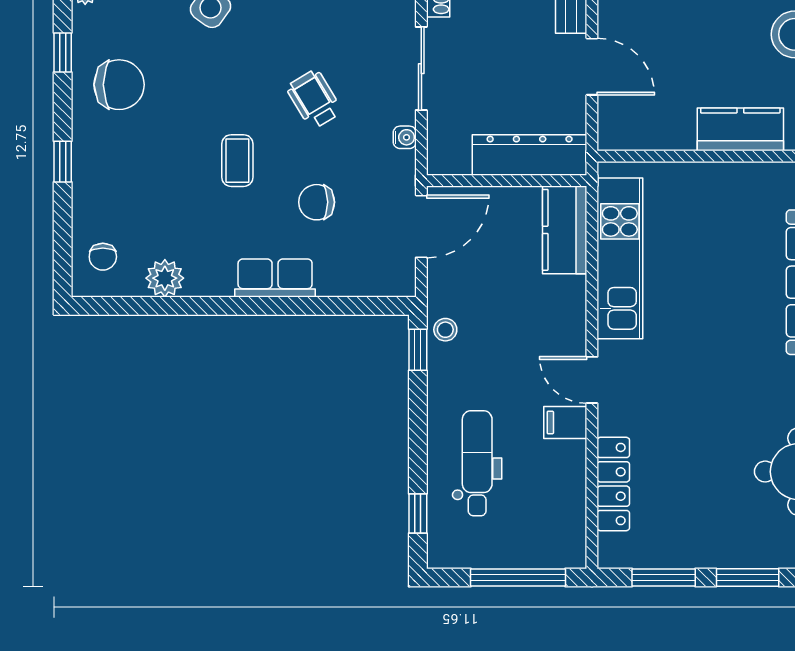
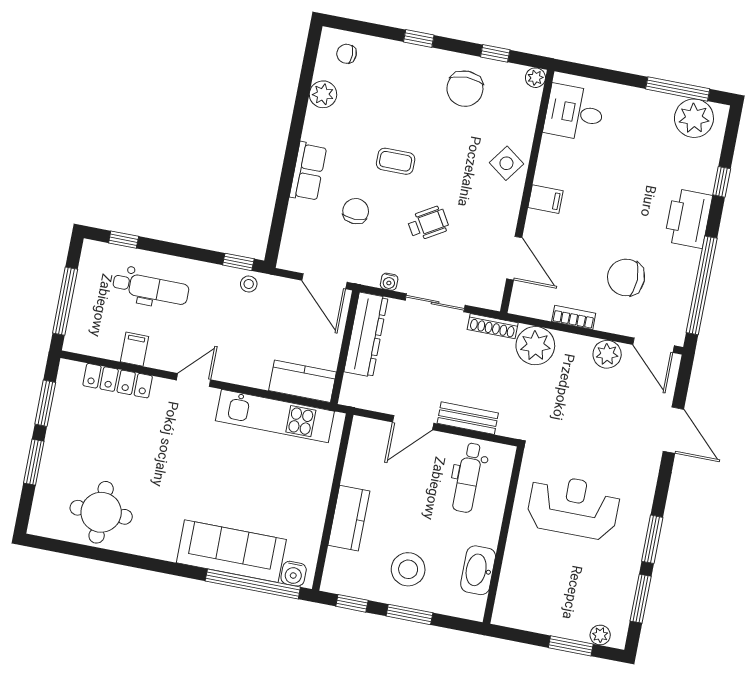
dresser: (530, 155) -> (366, 335), moved
filing cabinet: (565, 422) -> (134, 349), moved

